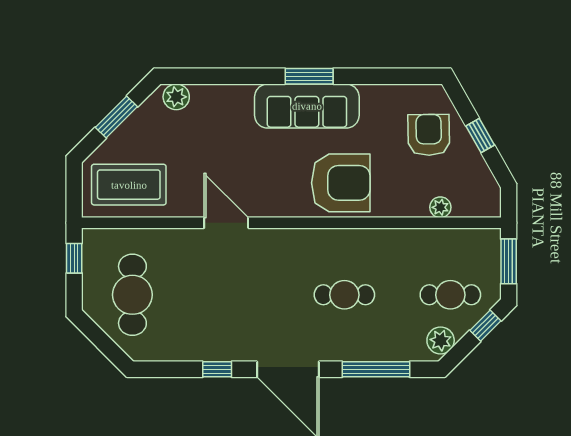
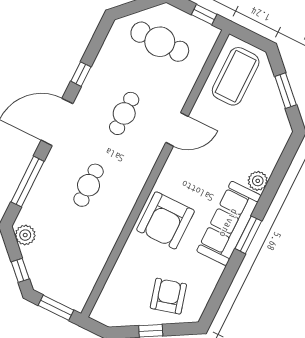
plant: (176, 97) -> (258, 181), moved
armchair: (429, 135) -> (168, 296), turned -104
plant: (440, 207) -> (116, 280), removed
cafe table: (450, 295) -> (124, 113), moved

